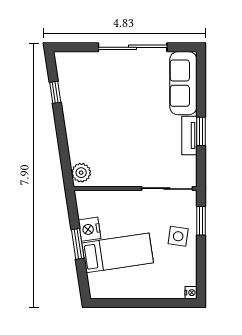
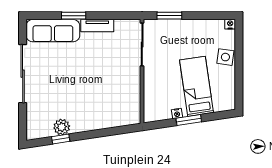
window: (201, 131) -> (74, 16), moved
plant: (81, 173) -> (62, 127), moved
nightstand: (90, 229) -> (177, 113), width x0.53, depth x0.56
side table: (178, 236) -> (225, 57), moved

